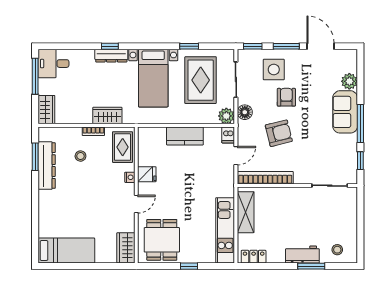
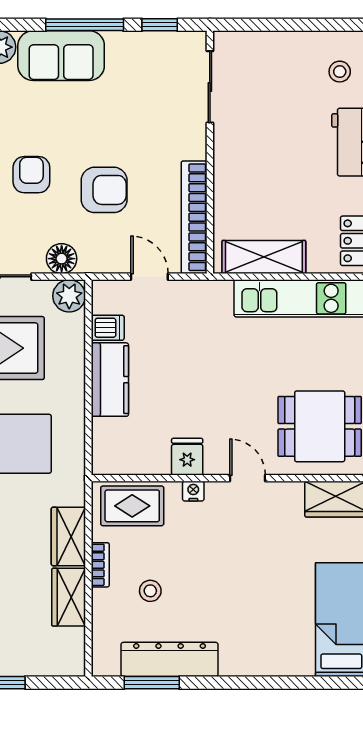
armchair: (286, 97) -> (31, 175), turned 90
wardrobe: (46, 110) -> (69, 597), moved, turned -90
armchair: (279, 133) -> (104, 190), turned 104
dishwasher: (228, 135) -> (108, 328), moved

